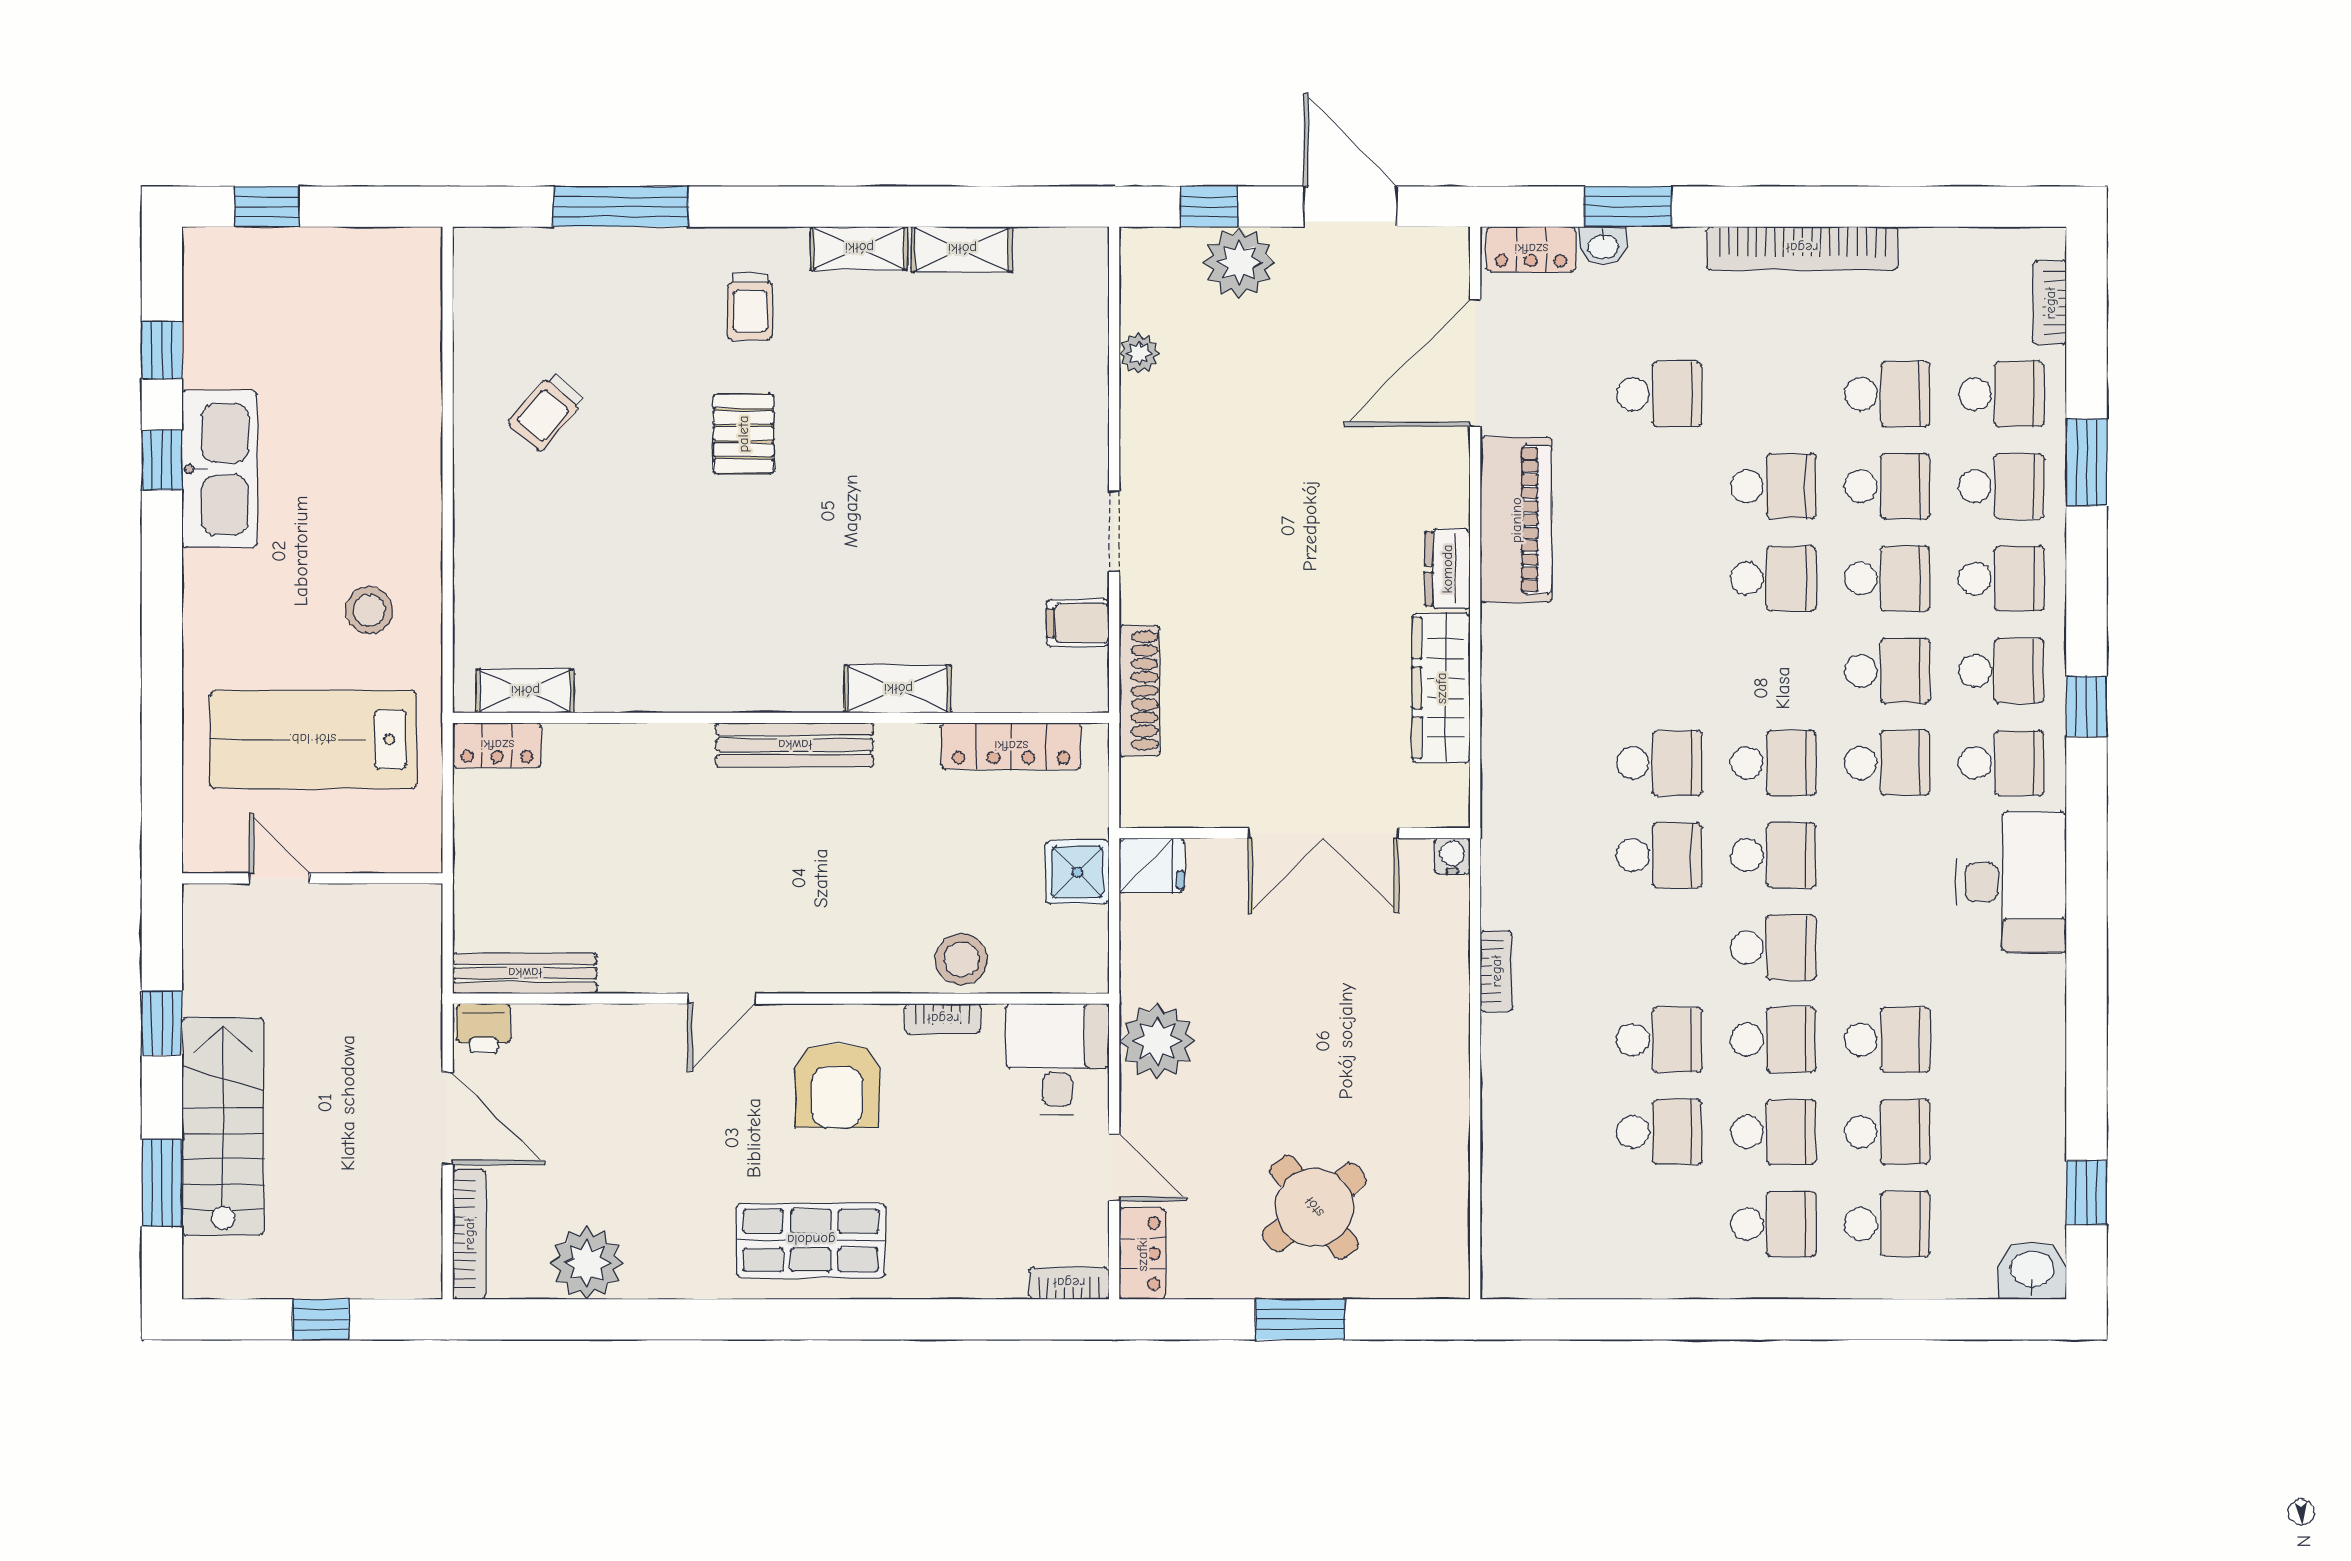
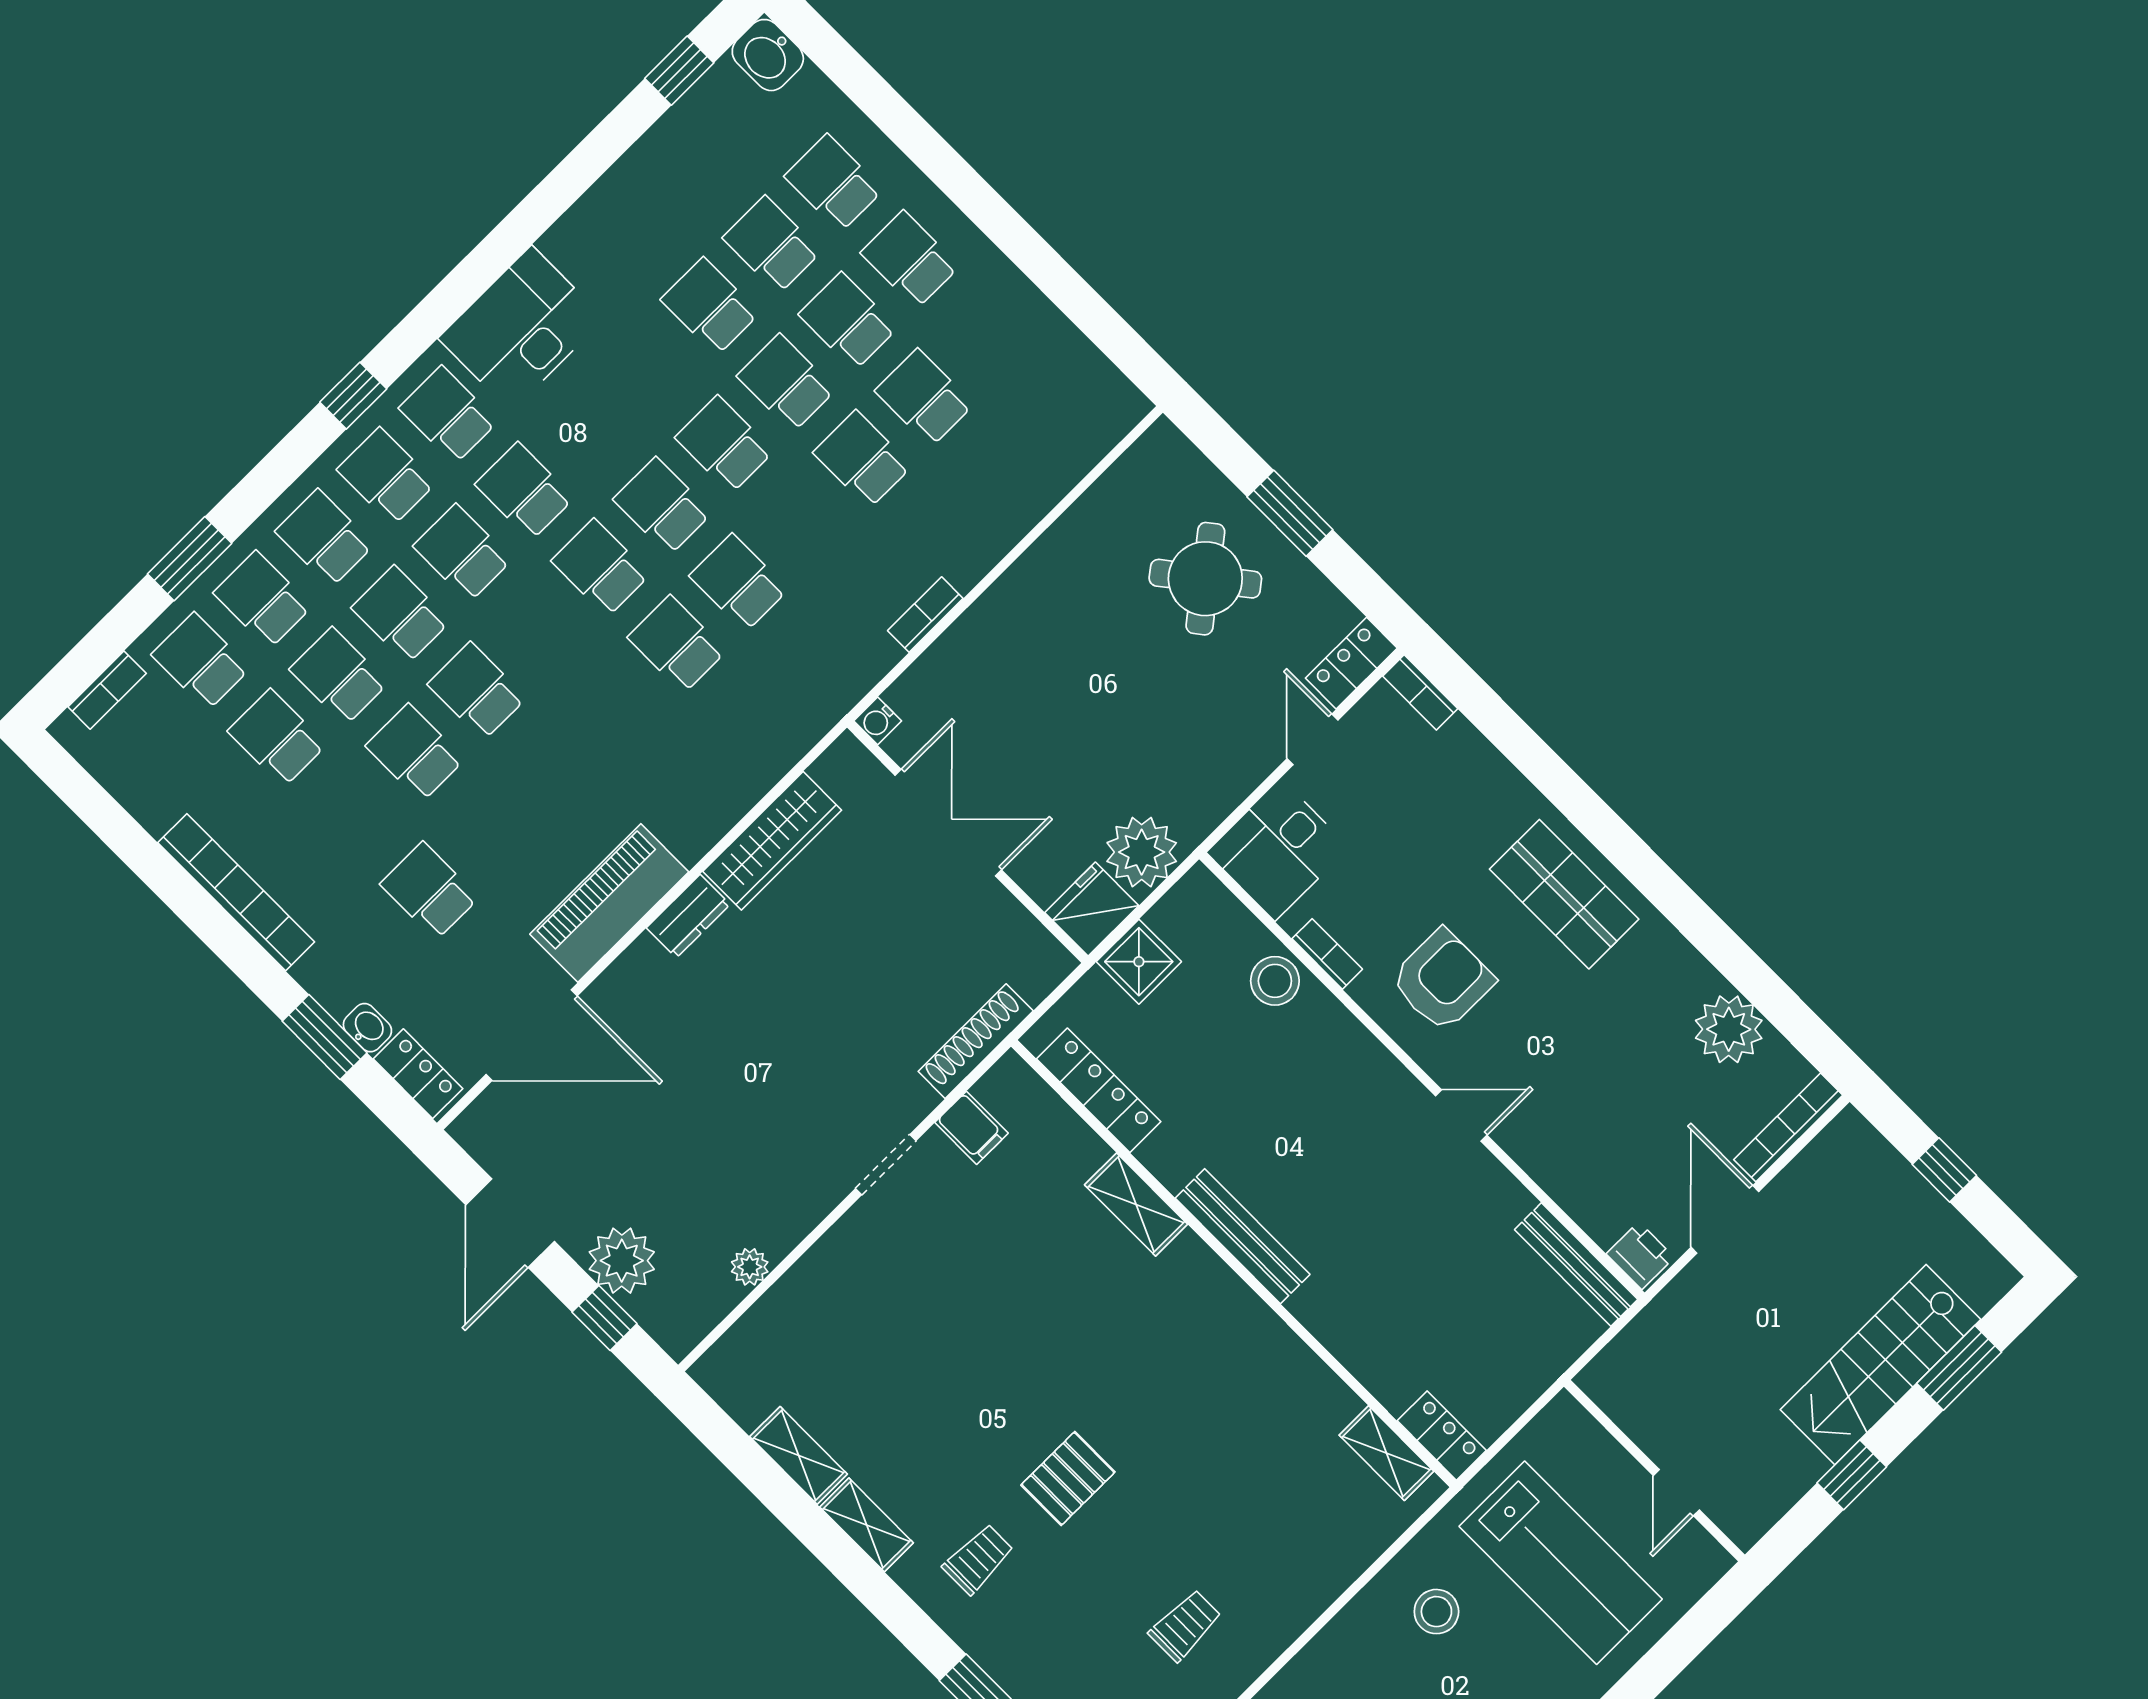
trolley: (546, 412) -> (1185, 1625), turned -41
fridge: (1152, 865) -> (1092, 909), width x1.38
plant: (1157, 1041) -> (1142, 852), moved

